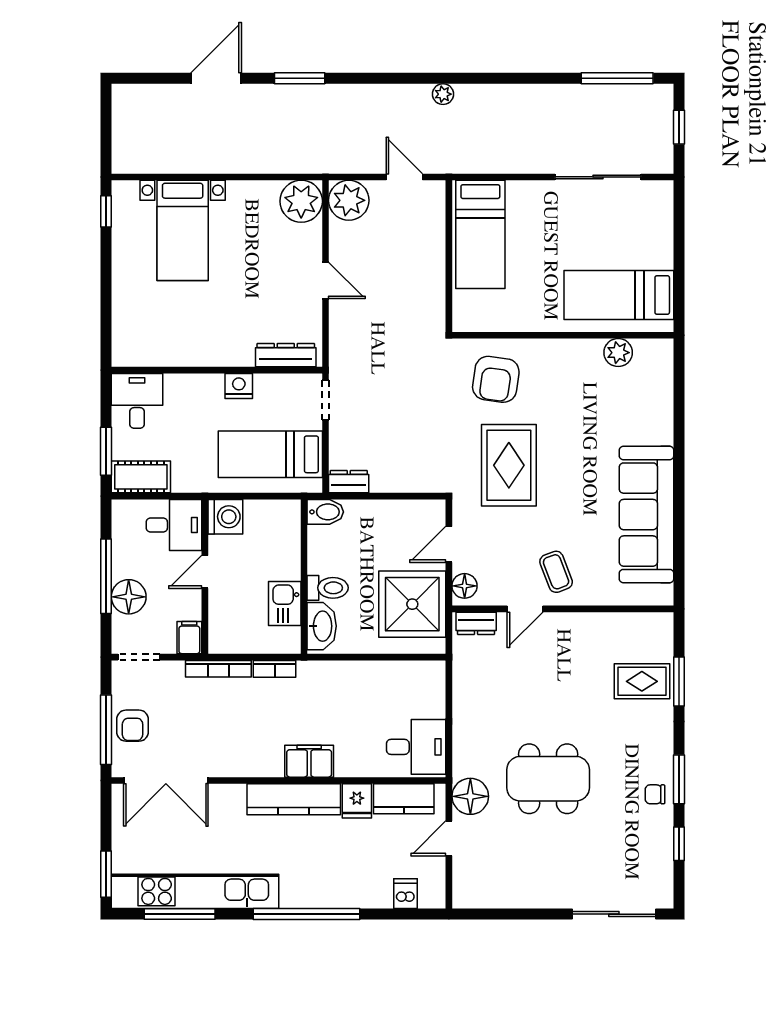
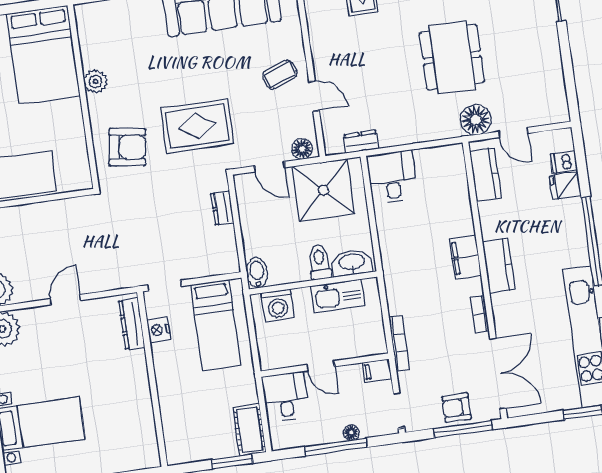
bed: (619, 295) -> (43, 55), width x1.50
plant: (618, 353) -> (96, 81), moved
nightstand: (239, 386) -> (159, 330), moved
desk: (137, 401) -> (187, 442), removed
dresser: (349, 482) -> (222, 208), moved
washing machine: (225, 517) -> (278, 305), moved, turned 180
floor lamp: (129, 597) -> (351, 432), width x0.53, depth x0.53
kitchen sink: (285, 604) -> (338, 296), width x1.38
dresser: (476, 623) -> (361, 142), moved, turned -90
bookcase: (275, 669) -> (480, 314), moved, turned 180
armchair: (133, 726) -> (456, 408), turned 180
desk: (416, 747) -> (392, 177), moved
kitchen counter: (294, 799) -> (499, 266), width x0.67
fridge: (357, 801) -> (565, 186), moved, turned 180

